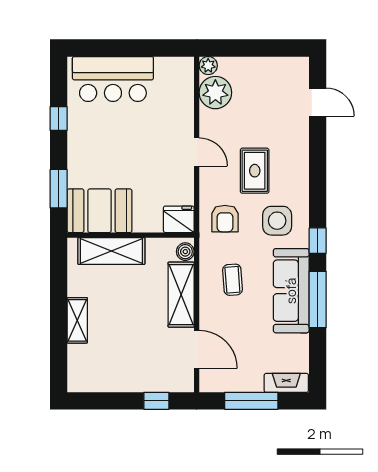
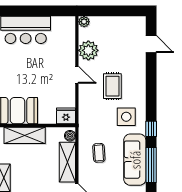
plant: (215, 93) -> (88, 50), moved
armchair: (225, 219) -> (94, 115), removed

